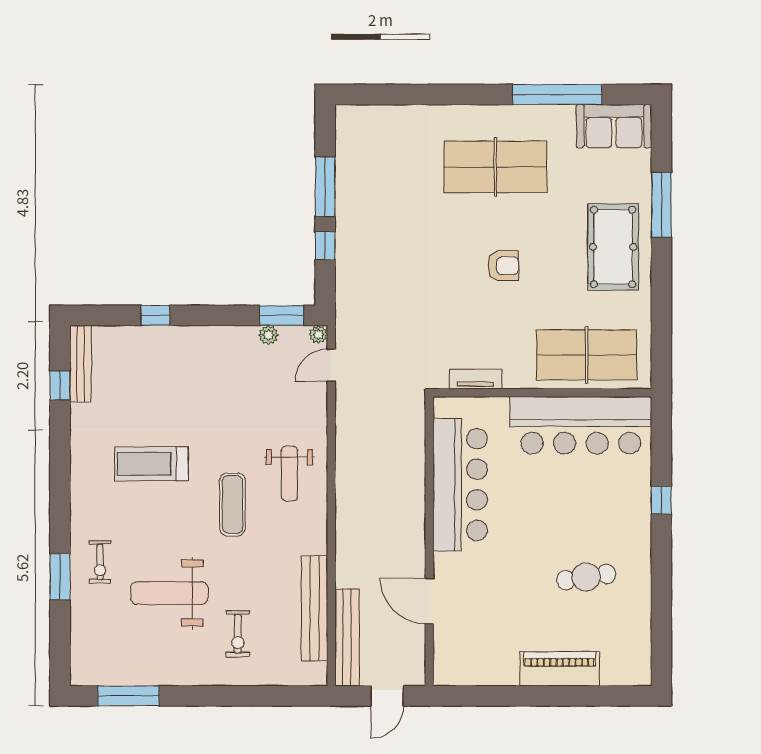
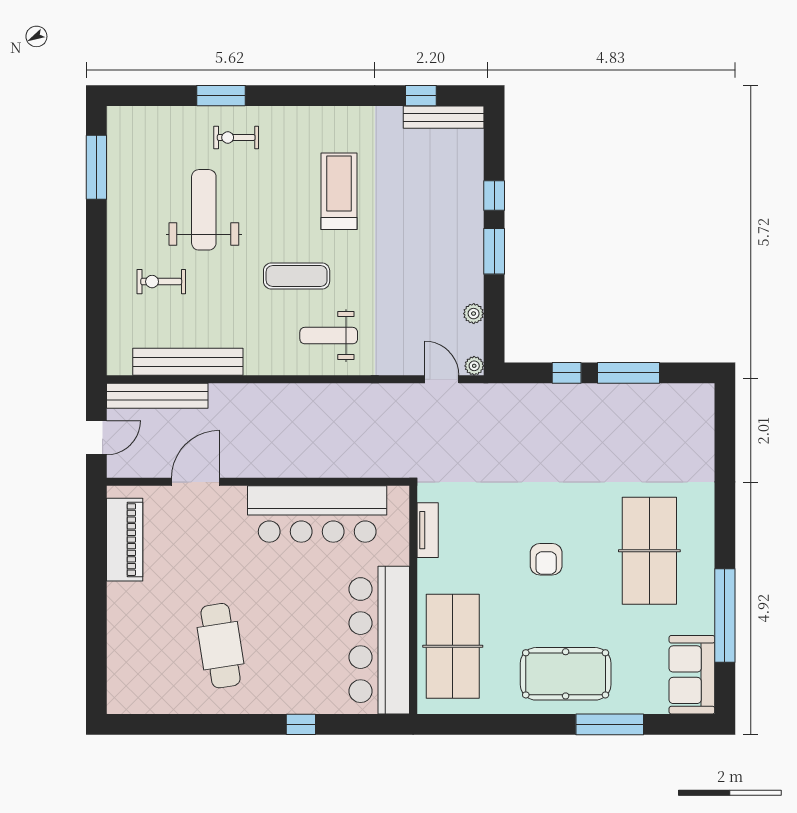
window: (282, 315) -> (494, 251), moved
cafe table: (586, 577) -> (221, 646), width x1.37, depth x1.35
piano: (560, 669) -> (125, 540), moved
door: (387, 696) -> (96, 438), swing flipped

